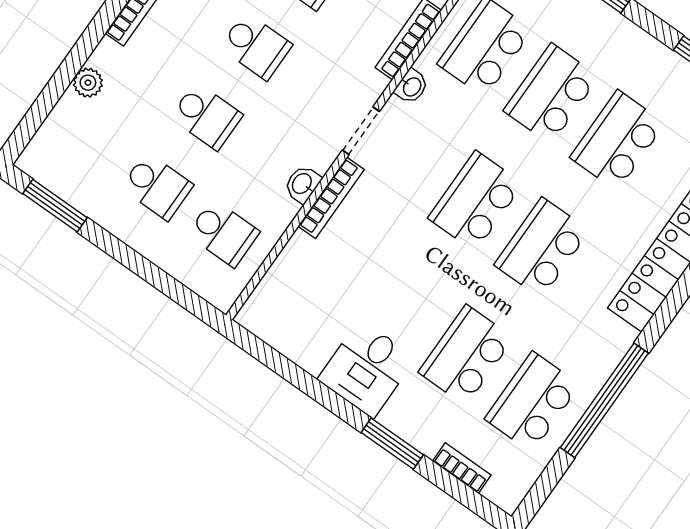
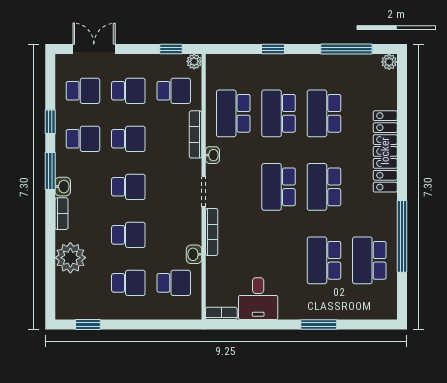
plant: (88, 83) -> (70, 258), width x1.88, depth x1.88
washbasin: (302, 184) -> (194, 254), moved
window: (55, 206) -> (88, 325), width x0.67
desk: (367, 369) -> (258, 299), moved
bookcase: (462, 468) -> (221, 313), moved

